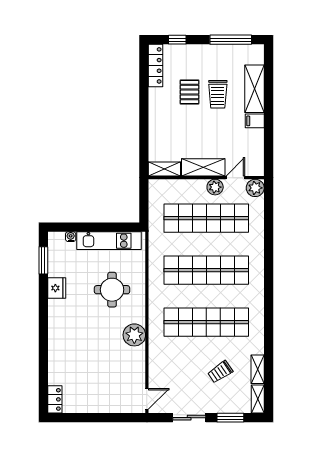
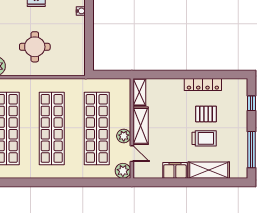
locker: (156, 65) -> (203, 85), moved
trolley: (218, 94) -> (204, 138), turned 180
filing cabinet: (255, 121) -> (175, 170), width x2.00
kitchen unit: (109, 241) -> (77, 44), removed

